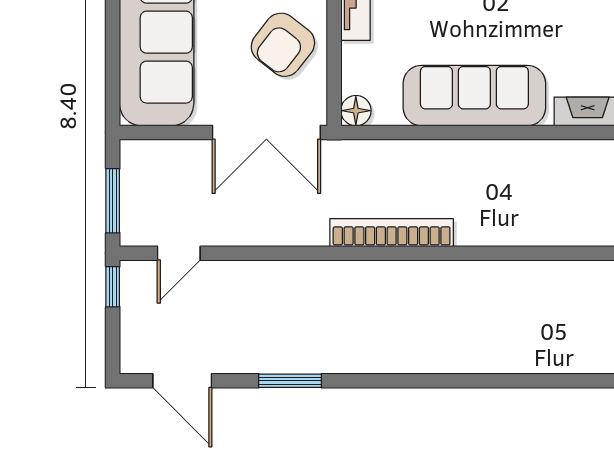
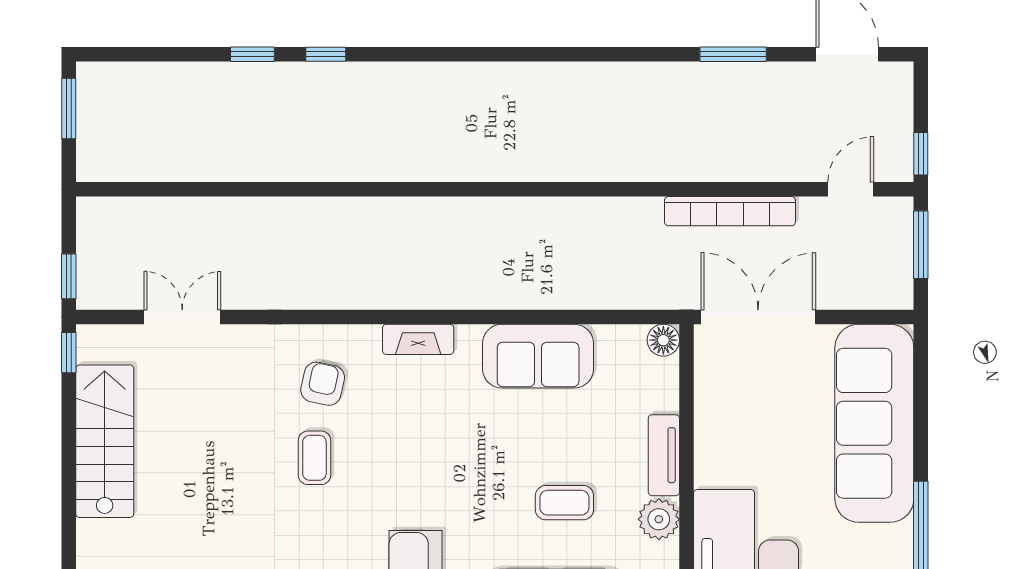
armchair: (283, 45) -> (741, 410), removed
sofa: (474, 96) -> (538, 356), width x0.73
bookcase: (392, 233) -> (730, 211), moved

